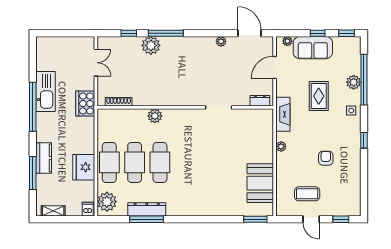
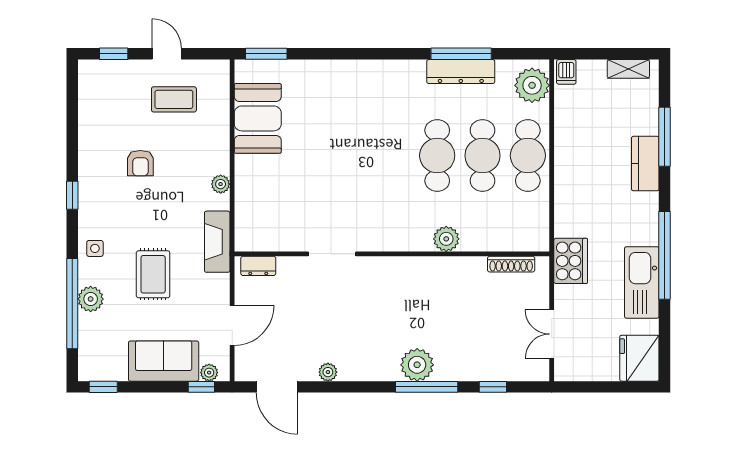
window: (318, 33) -> (201, 387), moved
plant: (151, 45) -> (417, 365), moved
fridge: (84, 167) -> (639, 358), moved, turned 180

